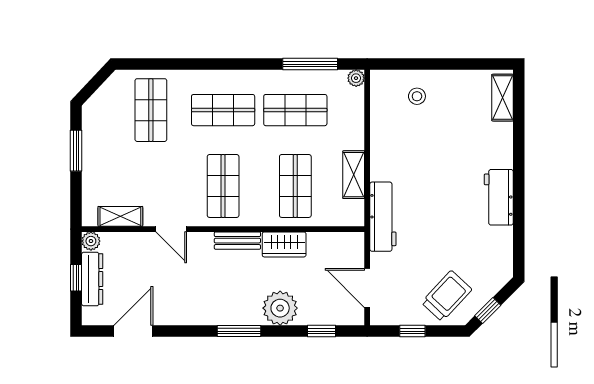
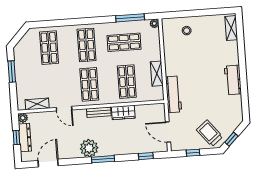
shop shelf: (223, 110) -> (87, 45), turned 90
trolley: (447, 296) -> (209, 133), turned -82
plant: (280, 308) -> (89, 148), moved

